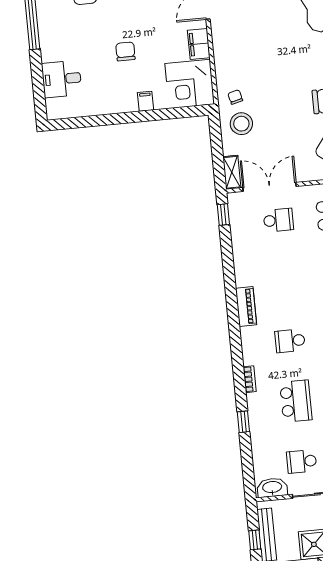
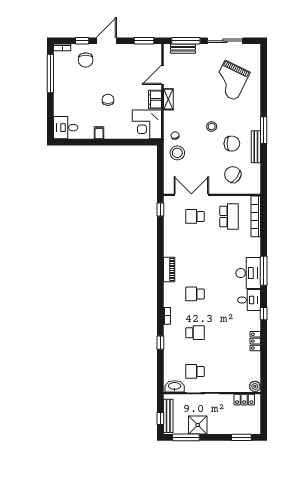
stool: (291, 78) -> (212, 127), added
desk: (62, 79) -> (66, 128), moved
filing cabinet: (145, 101) -> (99, 133), moved
shelving: (232, 172) -> (168, 99), moved
school desk: (278, 220) -> (195, 216), turned 180
school desk: (296, 401) -> (195, 333), width x0.54

